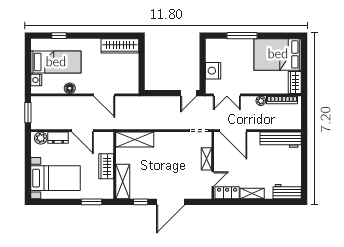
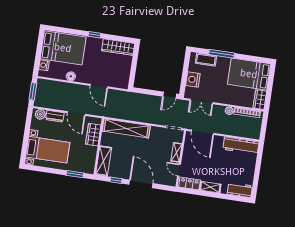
window: (59, 36) -> (95, 35), moved
cot: (225, 45) -> (206, 60), added
bed: (56, 62) -> (63, 48), width x1.50
shelving: (135, 139) -> (126, 128), width x1.47
wardrobe: (106, 166) -> (93, 135), moved
door: (213, 179) -> (179, 170), swing flipped
door: (171, 202) -> (141, 184), swing flipped

